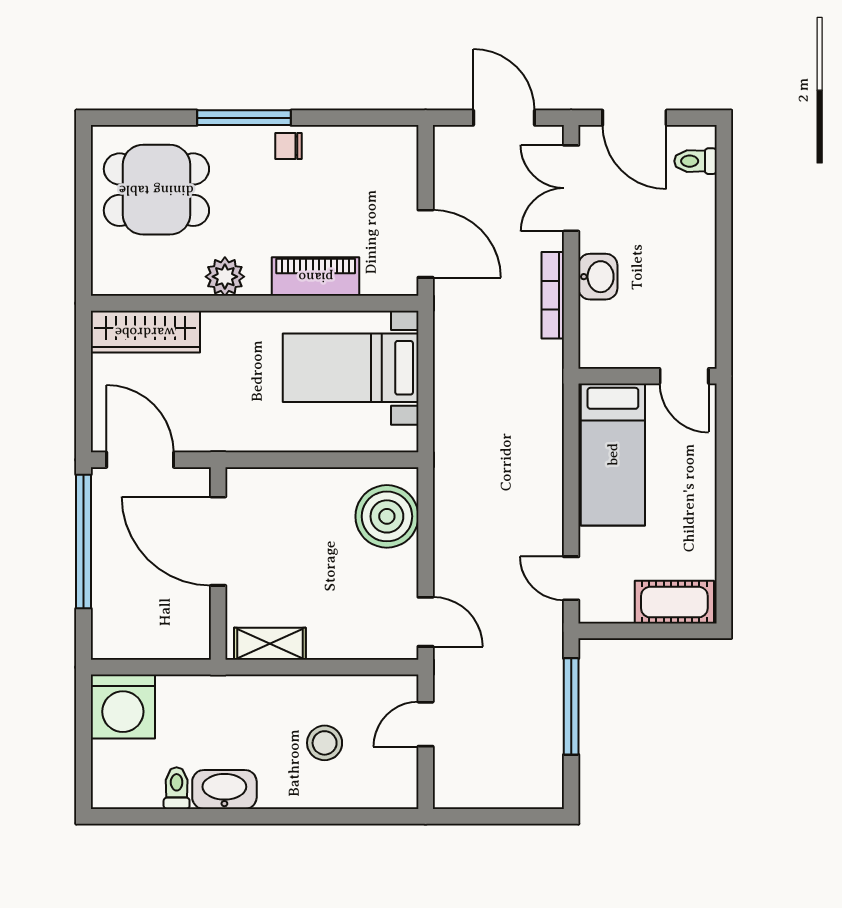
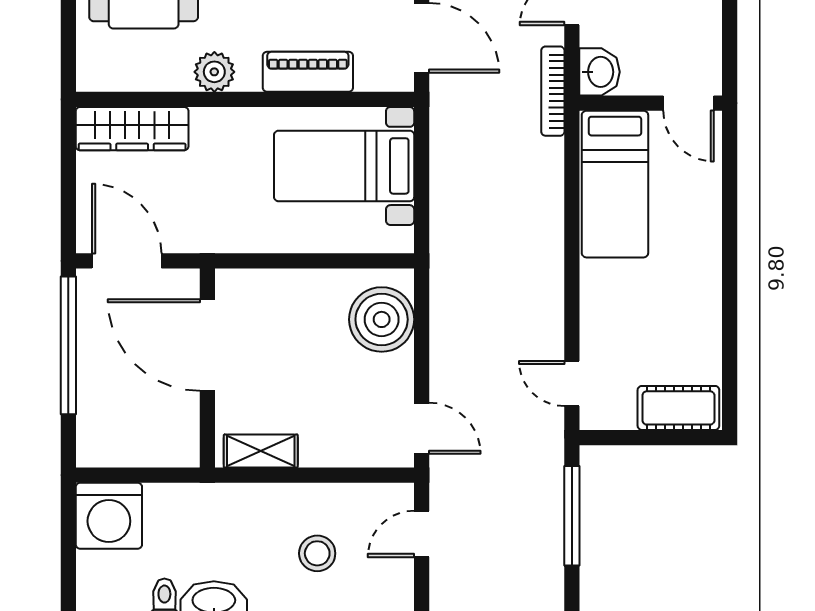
wall: (648, 376) -> (651, 103), moved
door: (684, 376) -> (689, 103), moved
bed: (613, 454) -> (615, 184), moved

